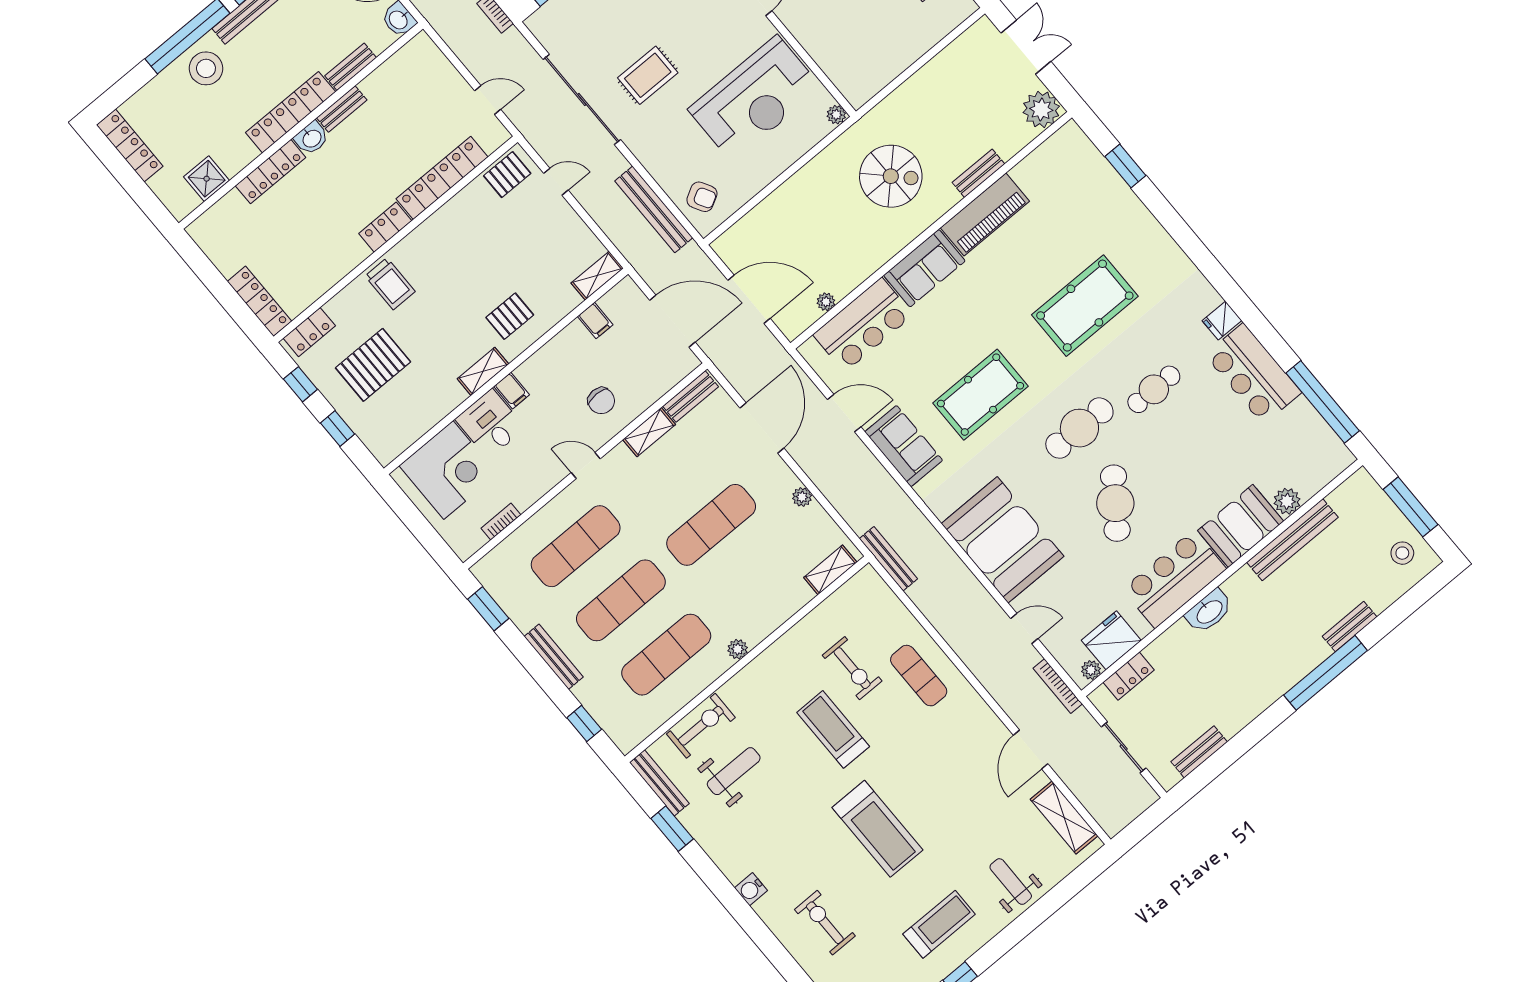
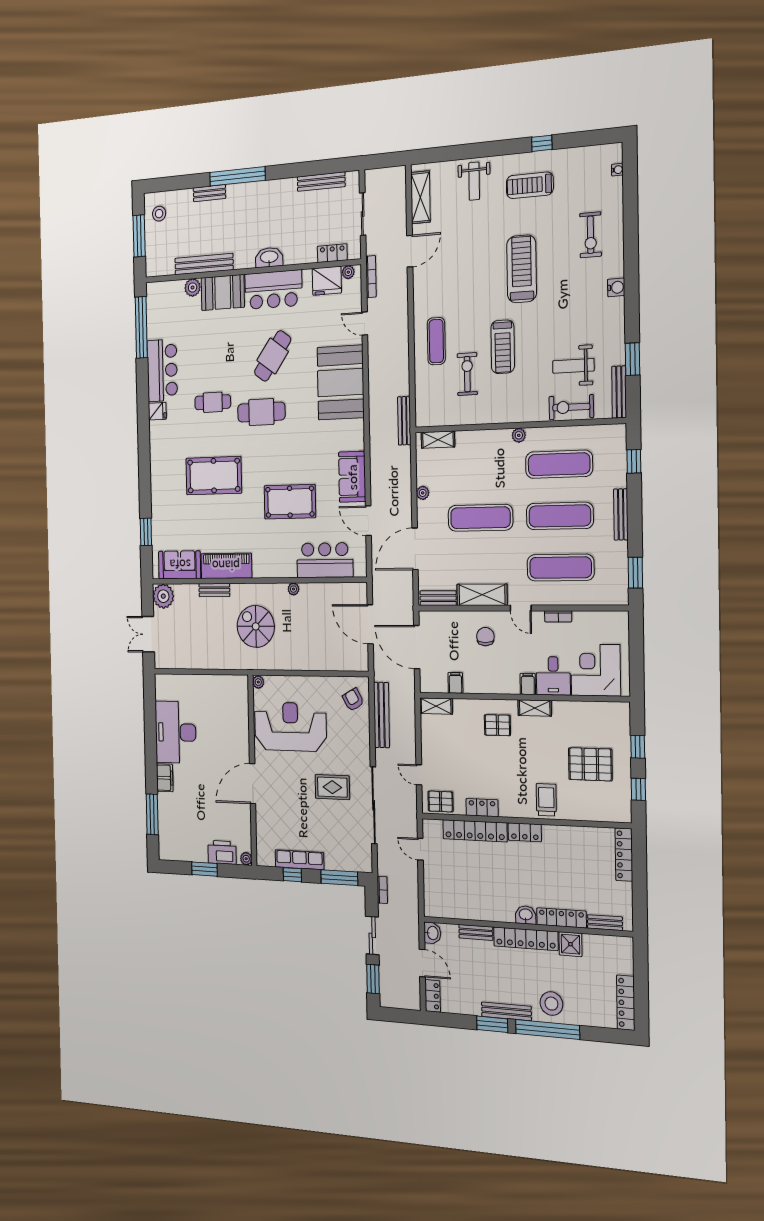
bench: (342, 109) -> (605, 923), moved
shower: (207, 179) -> (570, 944), moved
sofa: (924, 268) -> (180, 565), moved
plant: (826, 302) -> (293, 589), moved
locker: (309, 332) -> (482, 808), moved
pool table: (980, 395) -> (290, 502), moved
shelving: (649, 432) -> (482, 595), width x1.50, depth x1.33
bookcase: (501, 522) -> (558, 616), moved
bench: (1199, 752) -> (321, 182), width x1.36

